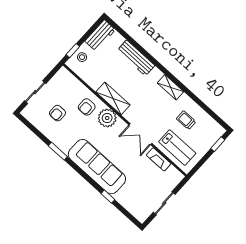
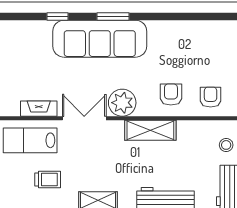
armchair: (57, 113) -> (211, 97), moved
plant: (107, 118) -> (122, 103), moved
window: (58, 151) -> (113, 16), moved

